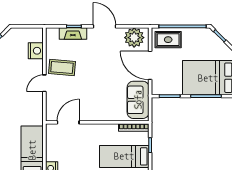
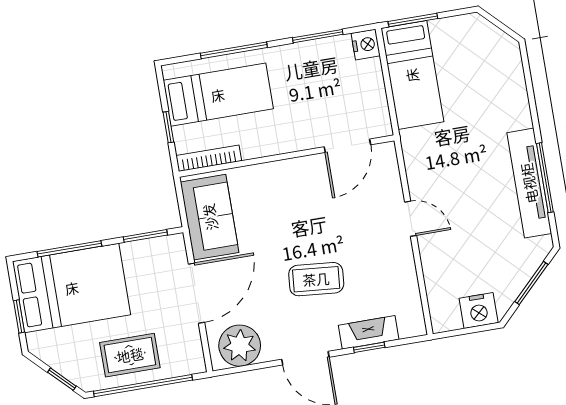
rug: (168, 40) -> (130, 355), moved
nightstand: (36, 51) -> (479, 311), moved, turned -90
door: (150, 65) -> (196, 293), hinge flipped
coffee table: (62, 68) -> (316, 279), moved
door: (44, 83) -> (411, 219), hinge flipped

